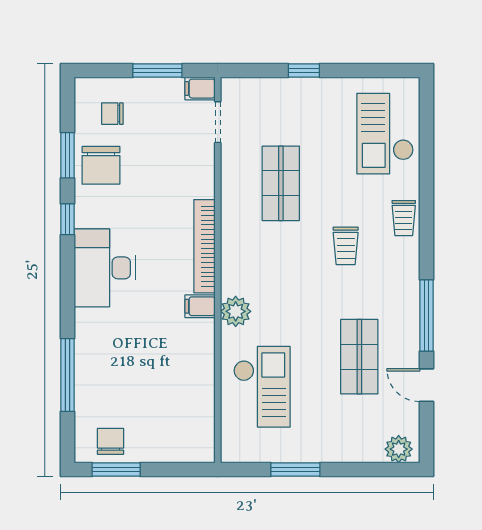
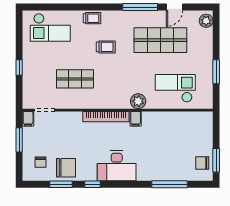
shop shelf: (359, 357) -> (160, 40), width x1.43, depth x1.36

